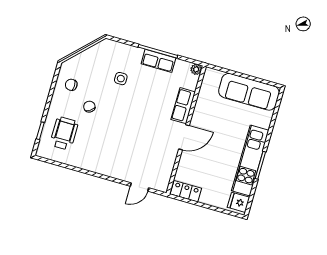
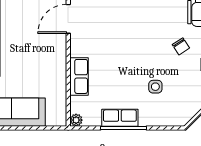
door: (184, 137) -> (68, 19), moved

